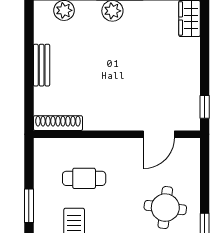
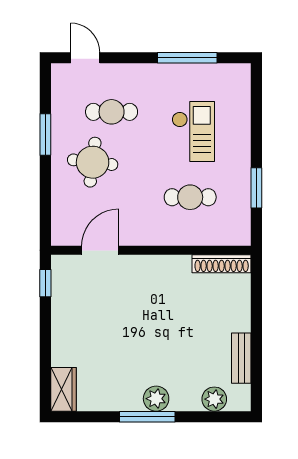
bench: (42, 65) -> (241, 358), moved
window: (29, 206) -> (256, 188), moved

